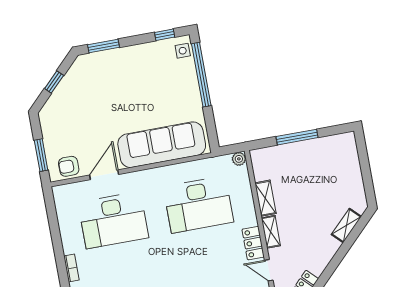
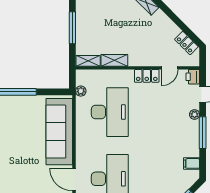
plant: (239, 159) -> (81, 91), moved
shelving: (271, 232) -> (88, 61), moved

